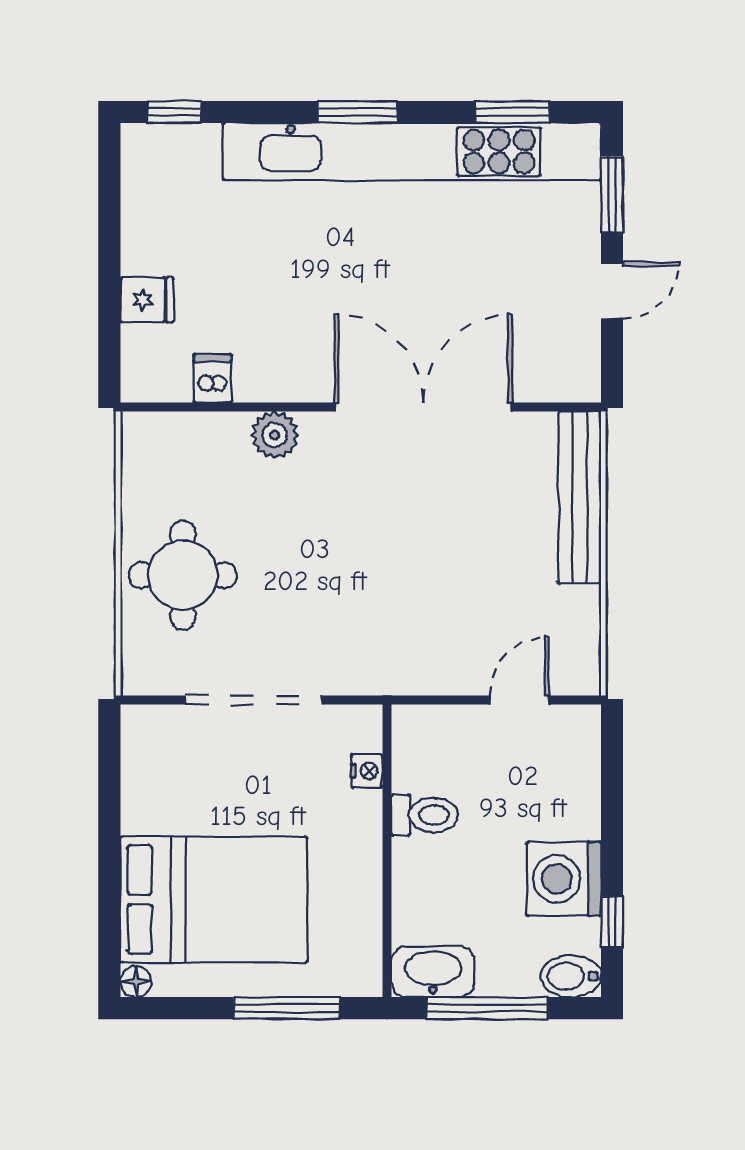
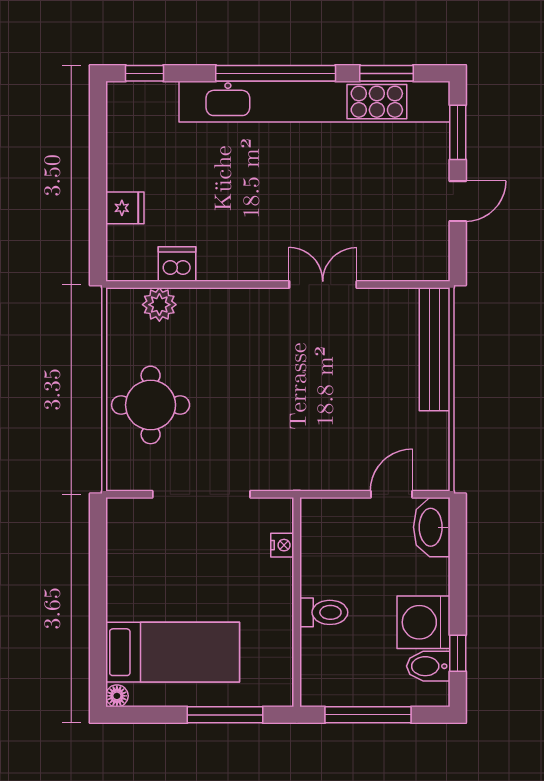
window: (358, 112) -> (276, 73), width x2.11
dishwasher: (213, 378) -> (177, 264), width x1.38
double door: (423, 407) -> (323, 285), width x0.54
plant: (275, 435) -> (159, 305), moved
toilet: (425, 815) -> (324, 612), moved
bed: (214, 900) -> (173, 652), width x0.67
washbasin: (433, 972) -> (432, 527), moved, turned -90
bidet: (571, 976) -> (428, 666), moved

